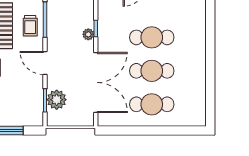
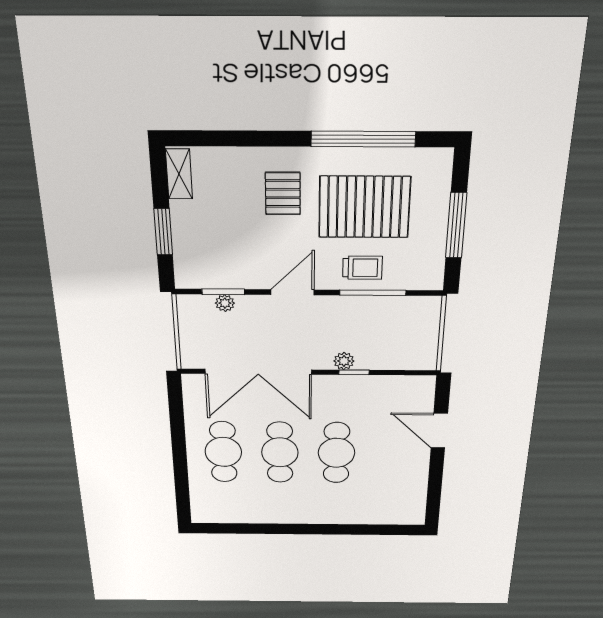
trolley: (30, 26) -> (362, 268), turned 180
plant: (57, 100) -> (225, 303), width x0.53, depth x0.53

